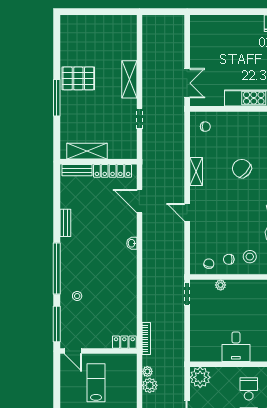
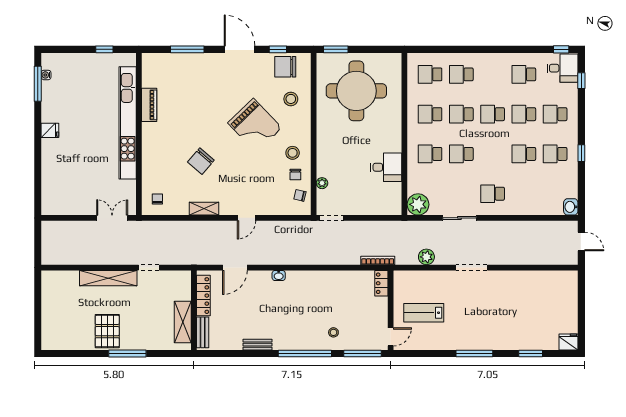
shelving: (129, 79) -> (108, 278), width x1.47
plant: (147, 371) -> (412, 259), removed

